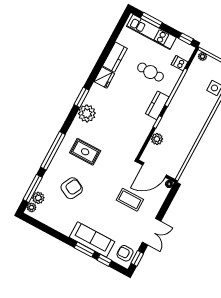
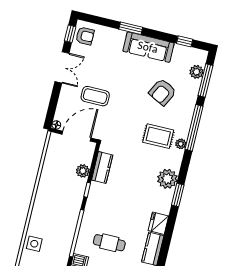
kitchen counter: (157, 105) -> (102, 167), moved
plant: (31, 207) -> (181, 144), moved
double door: (152, 232) -> (62, 67), swing flipped
sofa: (92, 240) -> (148, 47), moved
window: (104, 260) -> (185, 41), moved

